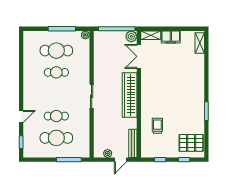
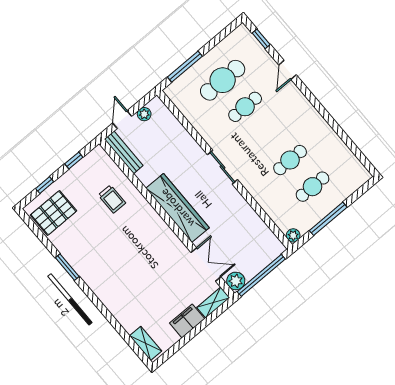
cafe table: (56, 51) -> (313, 187), width x0.73, depth x0.74

